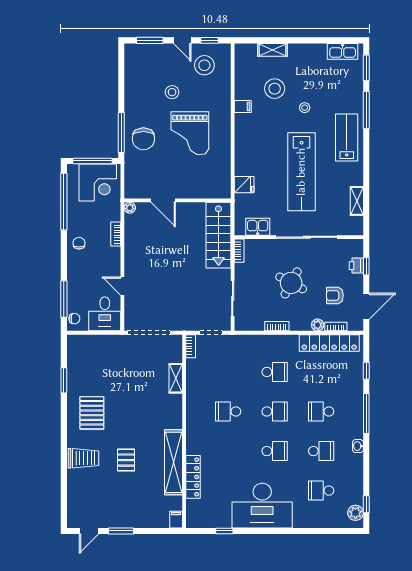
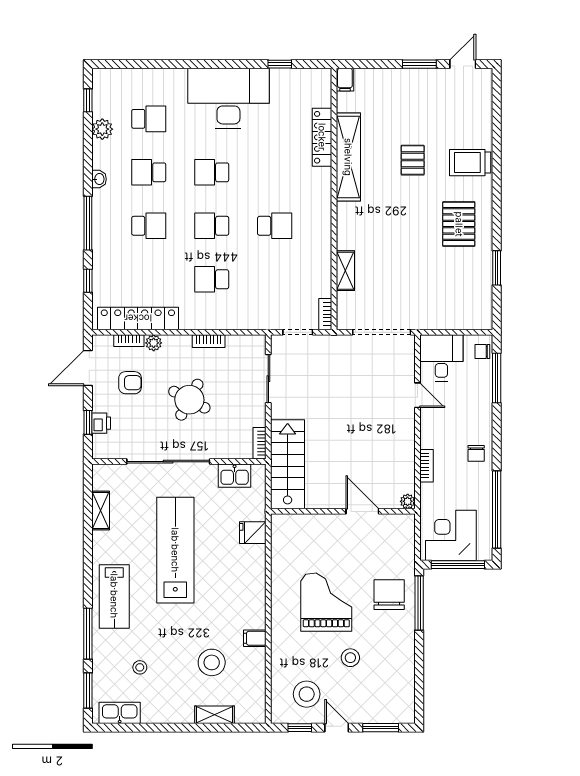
stool: (305, 108) -> (140, 667), moved
plant: (356, 513) -> (102, 129), moved

